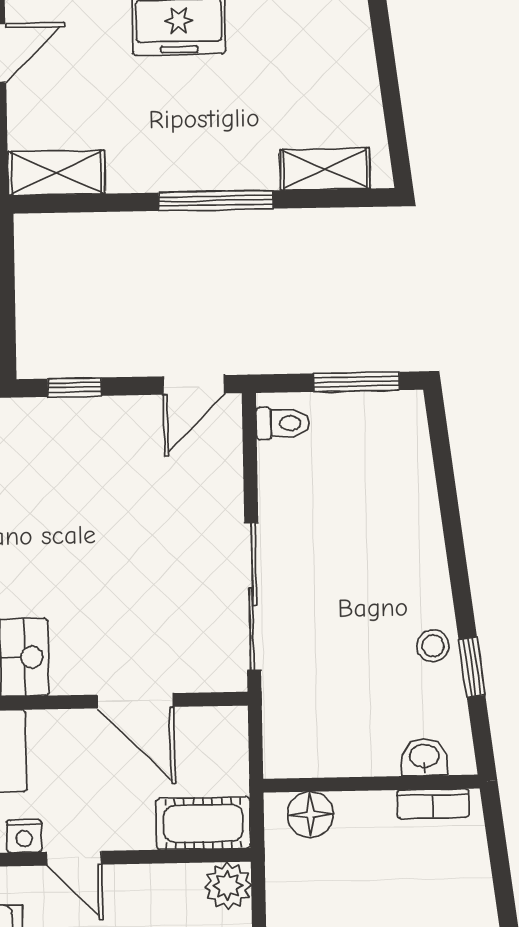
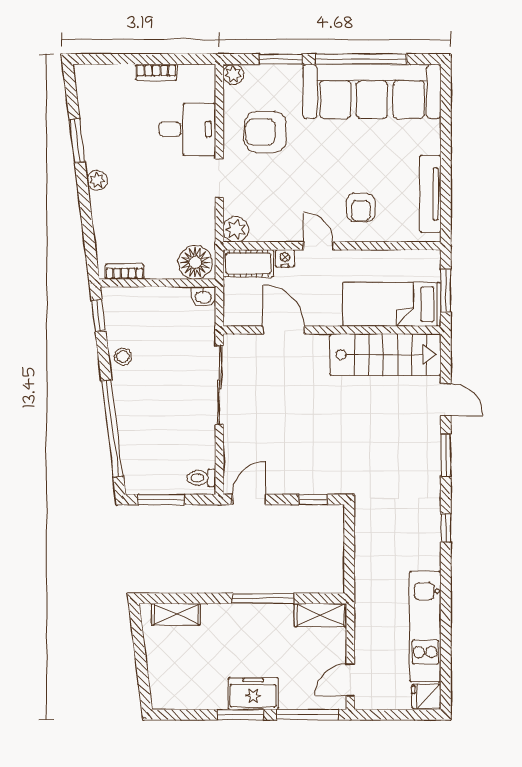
window: (216, 201) -> (263, 598), moved
window: (450, 512) -> (112, 428), added
window: (472, 667) -> (99, 316), moved
washbasin: (424, 757) -> (203, 297), moved
floor lamp: (310, 815) -> (195, 262), width x1.38, depth x1.38
nightstand: (24, 836) -> (285, 258), moved

